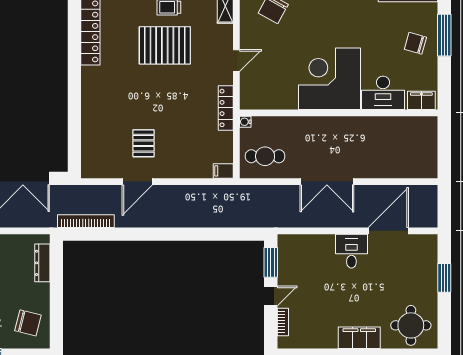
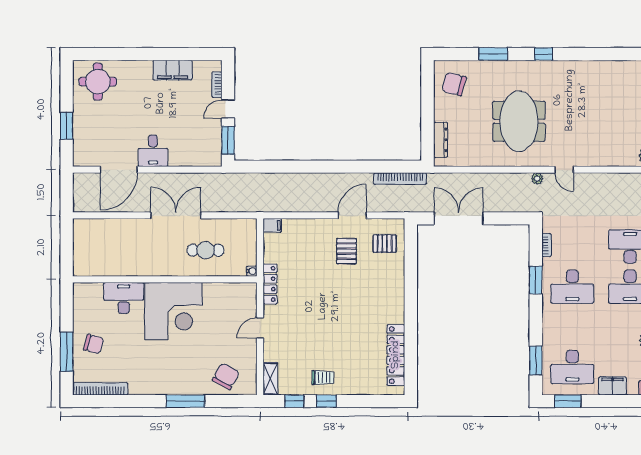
pallet: (165, 45) -> (385, 244), moved, width x0.49, depth x0.50
filing cabinet: (421, 100) -> (88, 291), removed
cafe table: (265, 156) -> (206, 250), moved
filing cabinet: (359, 338) -> (173, 70), moved

